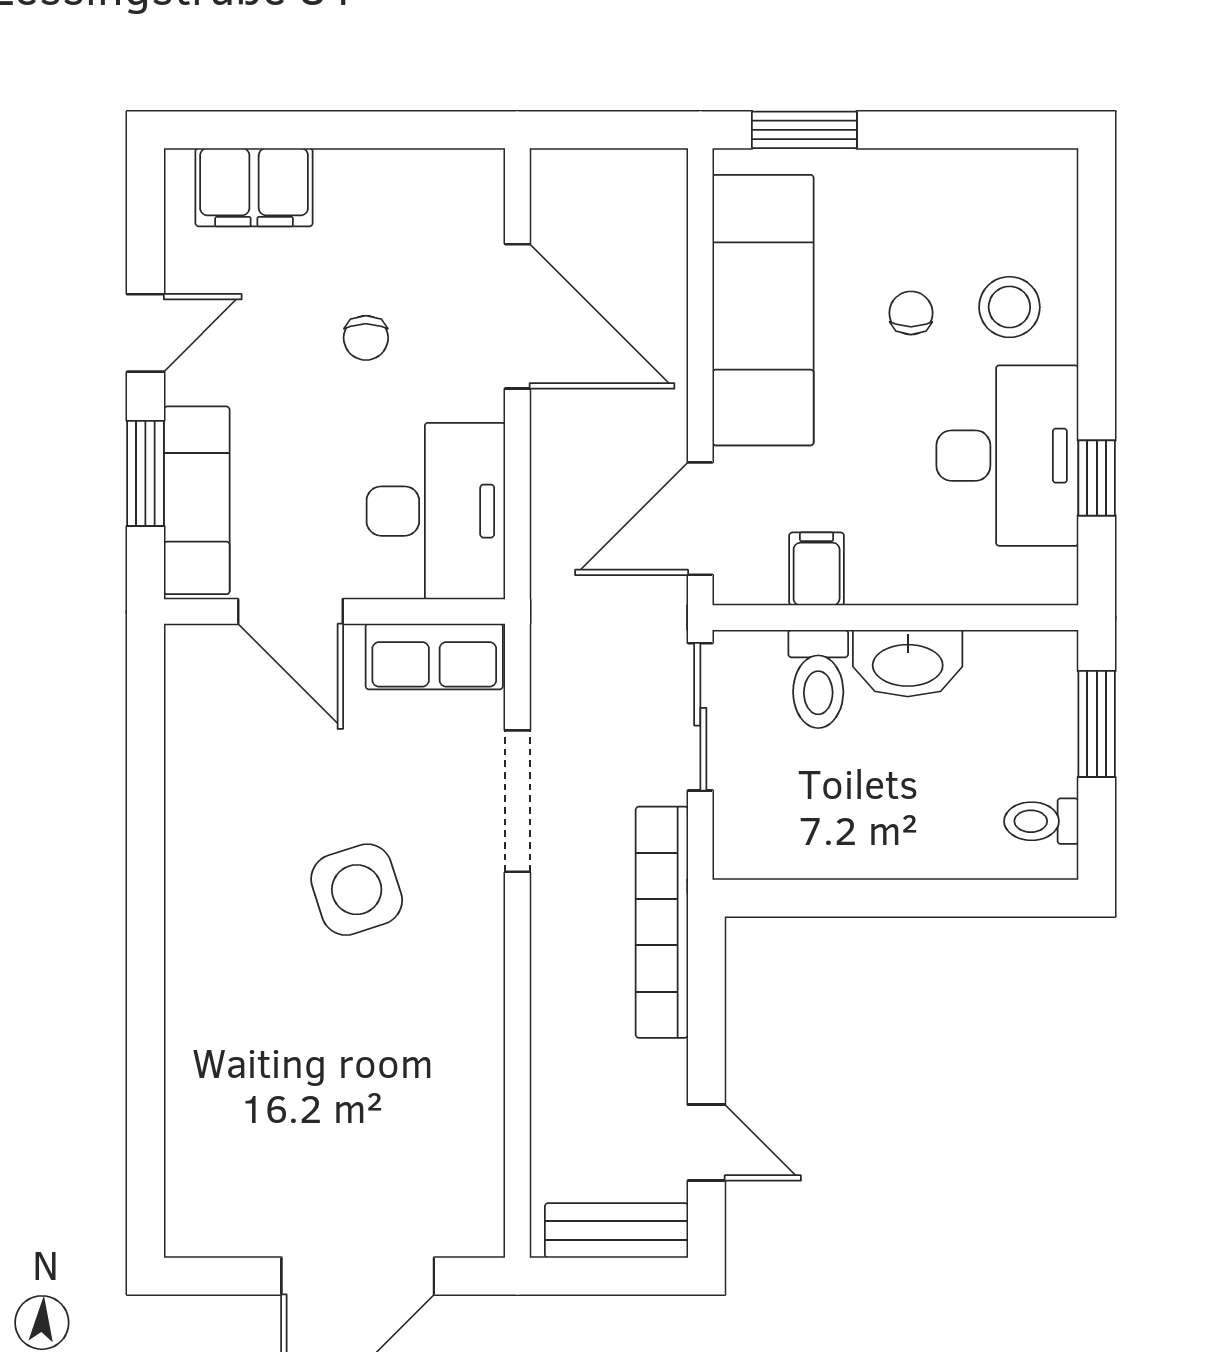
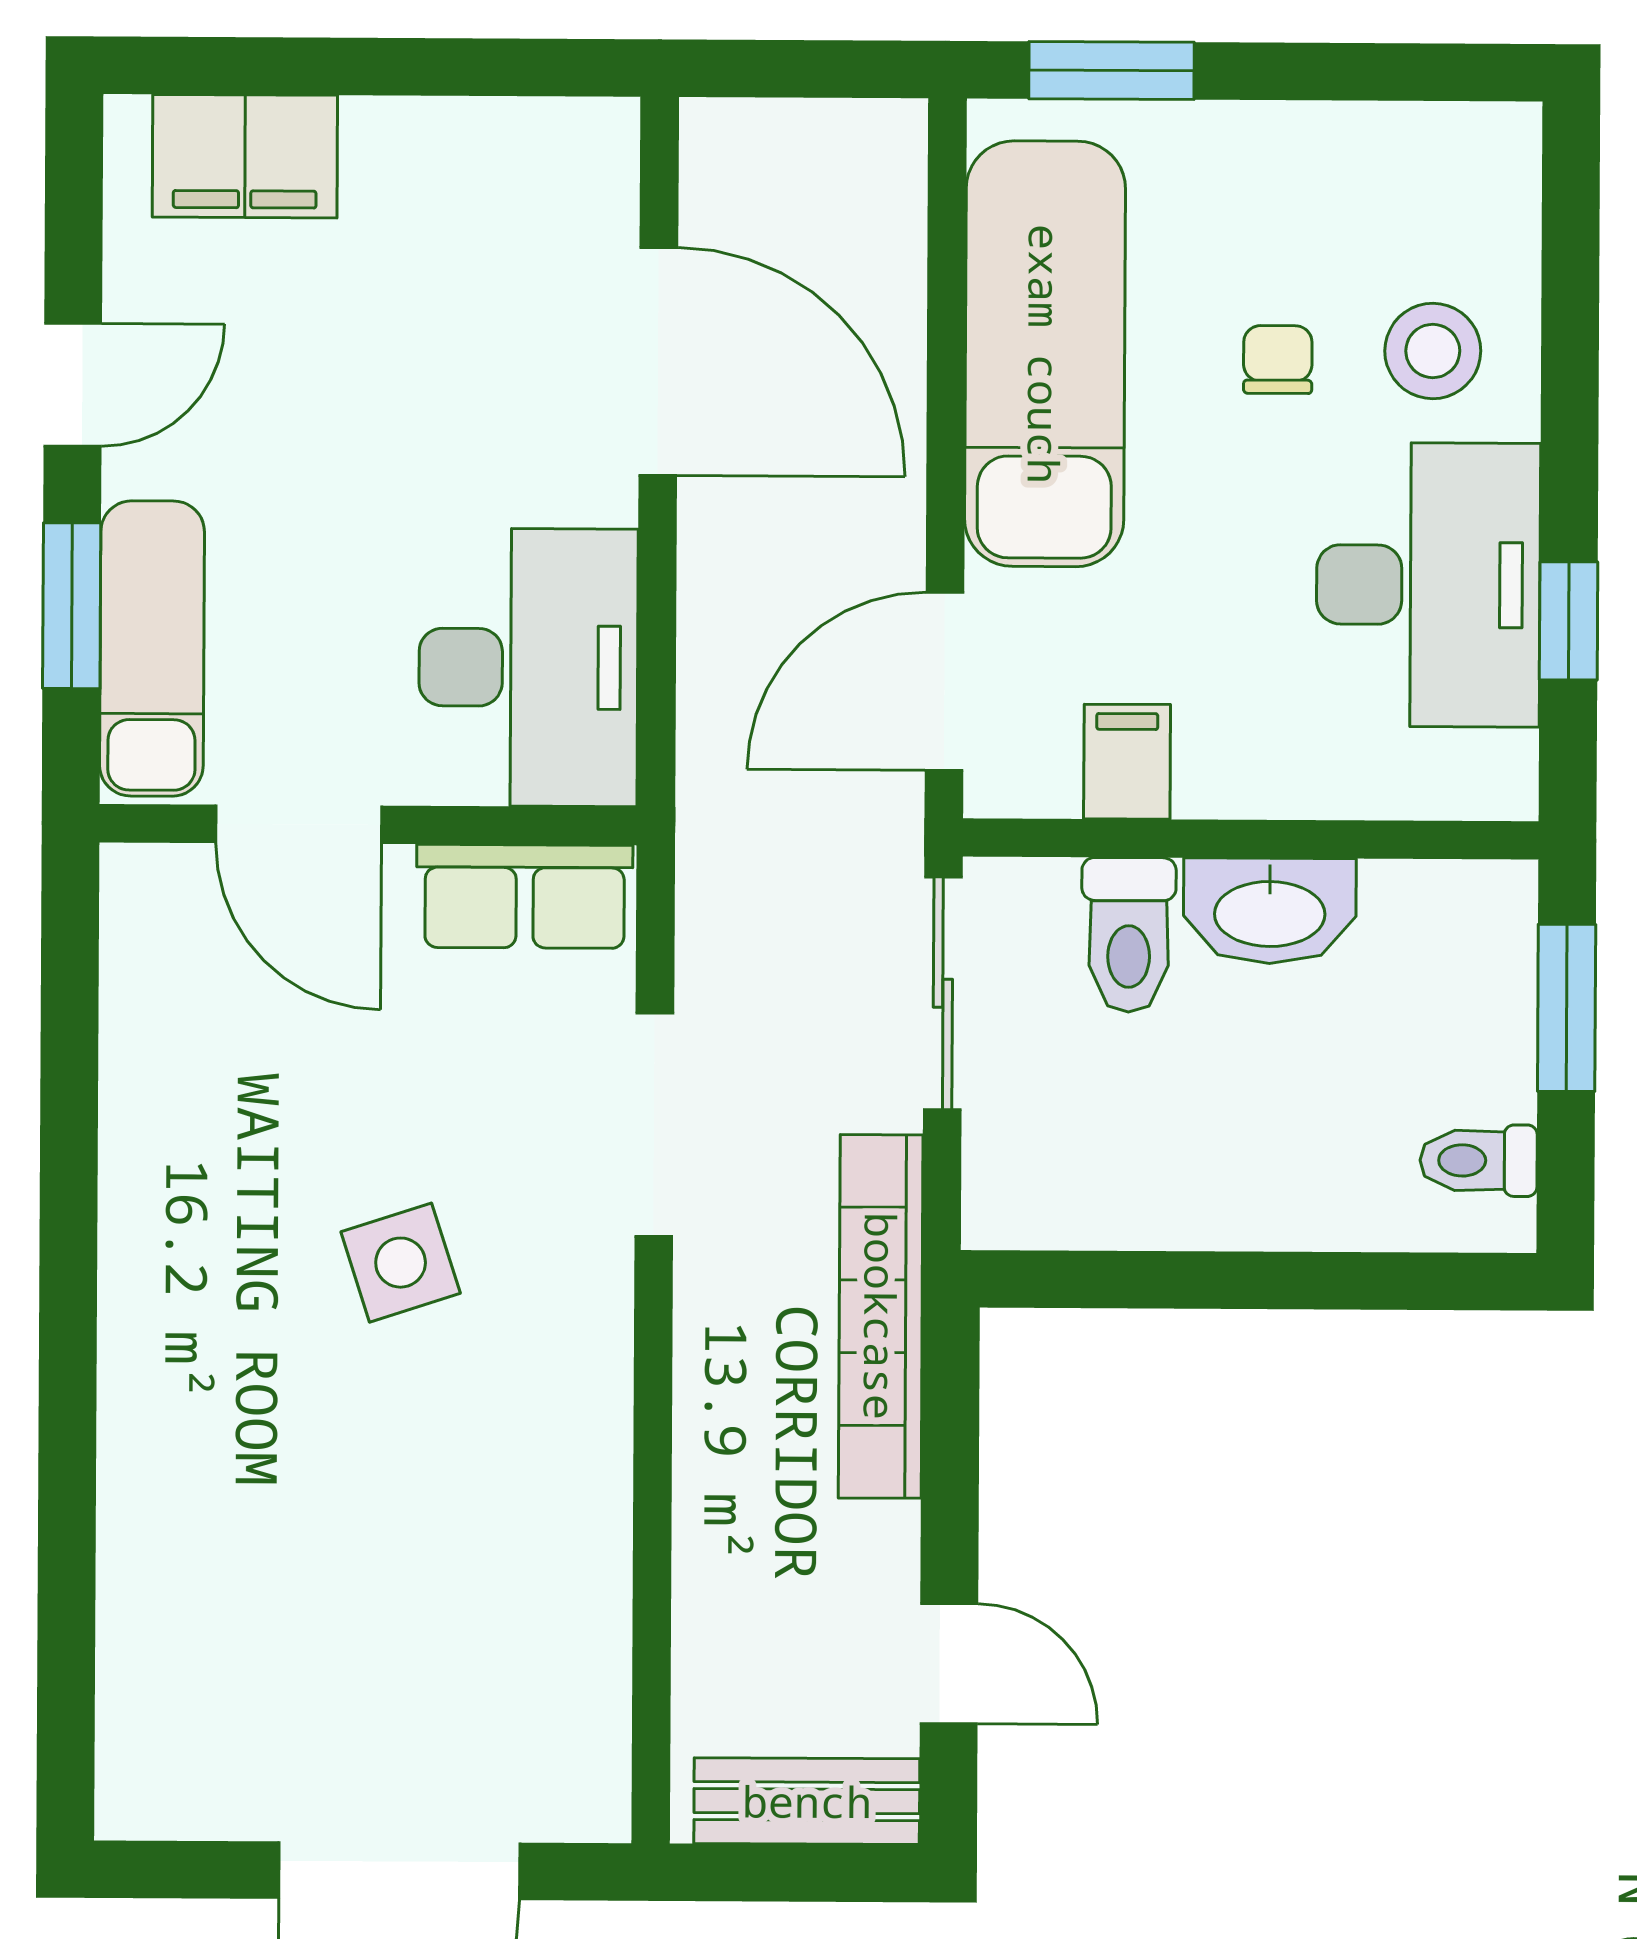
chair: (366, 338) -> (420, 394), removed
side table: (357, 890) -> (401, 1263), width x0.73, depth x0.73

